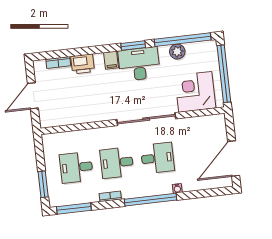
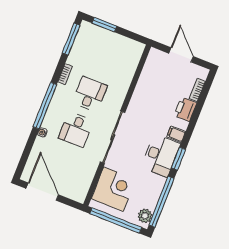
plant: (177, 52) -> (145, 216), moved
desk: (76, 167) -> (104, 59), removed

